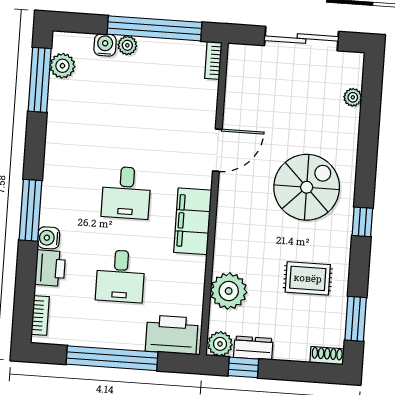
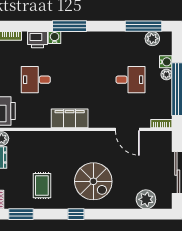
plant: (353, 97) -> (146, 199), width x1.87, depth x1.87
door: (217, 150) -> (127, 129), moved
desk: (126, 193) -> (130, 80), moved, turned 180
plant: (229, 291) -> (32, 141), removed

